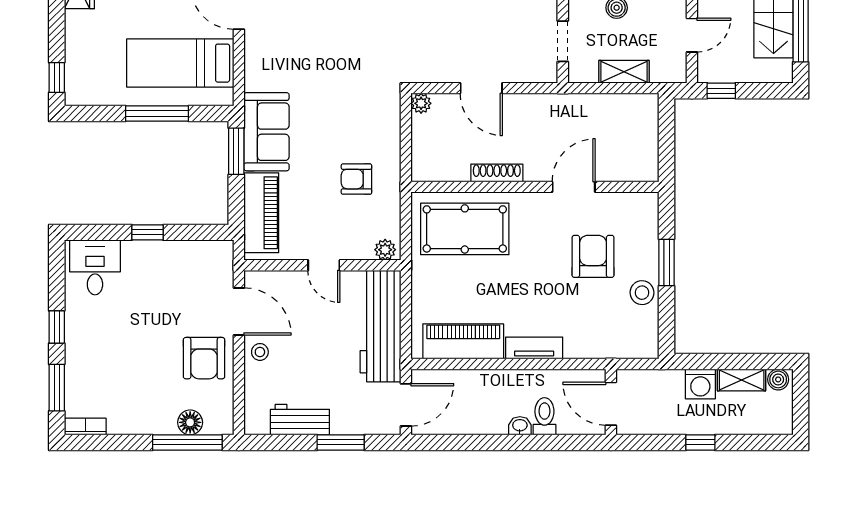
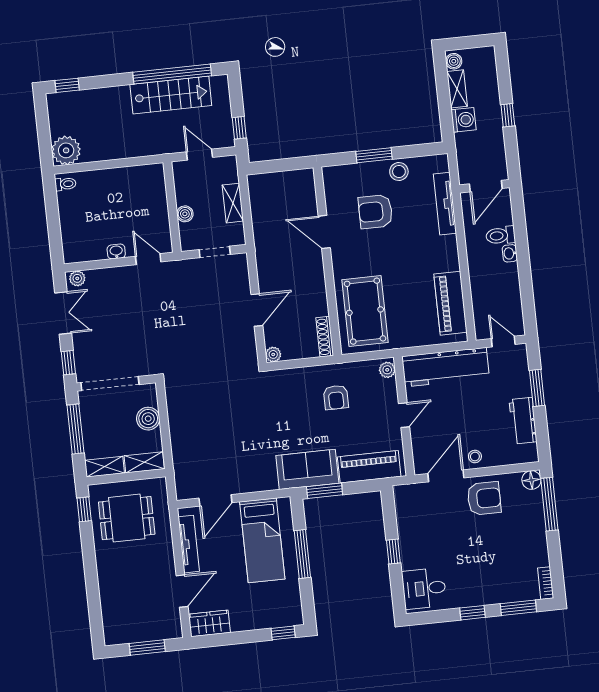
shoe rack: (497, 173) -> (325, 337), moved
tv unit: (534, 348) -> (445, 204), moved, width x1.41
door: (406, 405) -> (503, 342), width x0.73
floor lamp: (190, 422) -> (531, 480), moved

